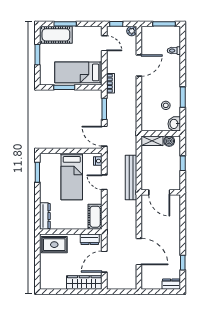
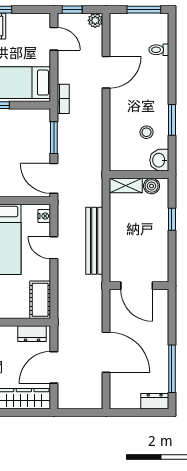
door: (159, 192) -> (137, 286), moved
wall: (161, 192) -> (139, 286), moved
window: (183, 263) -> (172, 369), width x2.17

